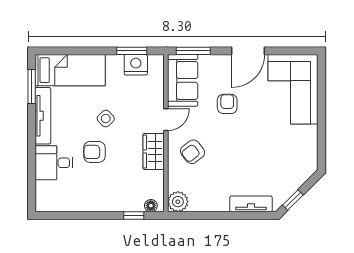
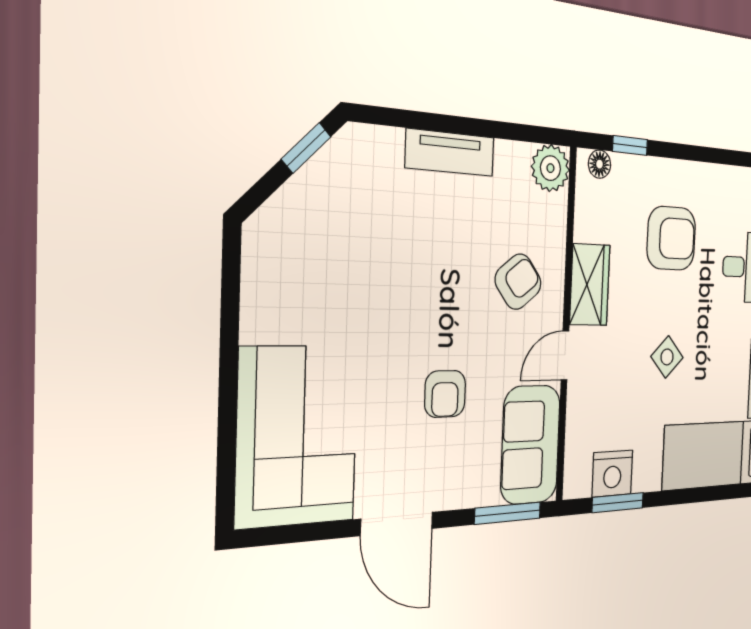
door: (248, 51) -> (397, 524), swing flipped
armchair: (94, 152) -> (671, 238), moved, width x1.38, depth x1.38
tv unit: (251, 204) -> (450, 153), moved

